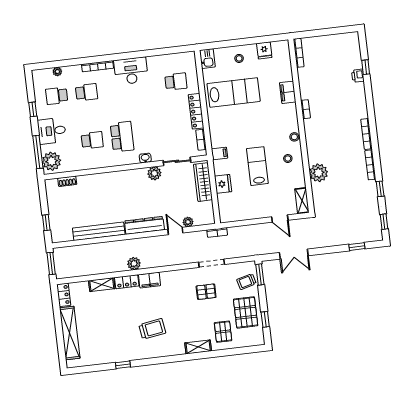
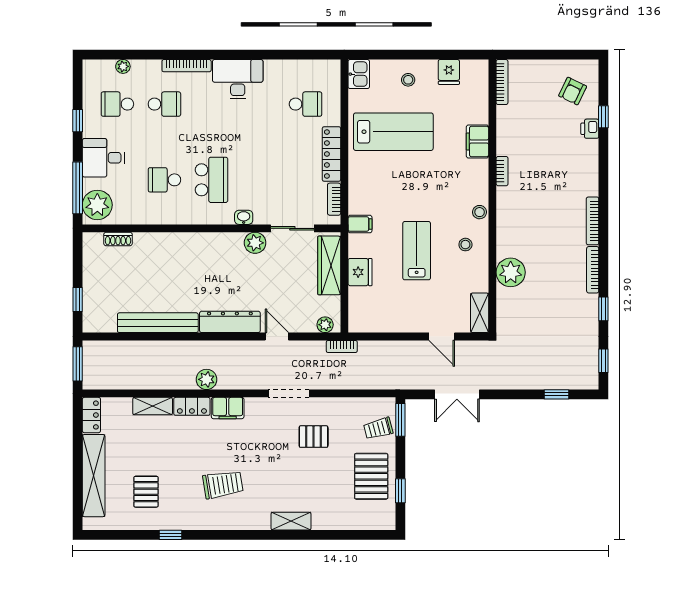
armchair: (344, 53) -> (573, 91), added
school desk: (92, 140) -> (164, 180), turned 180
plant: (188, 222) -> (325, 325), moved
doorway: (212, 263) -> (289, 393), moved
pallet: (223, 332) -> (146, 492), moved

